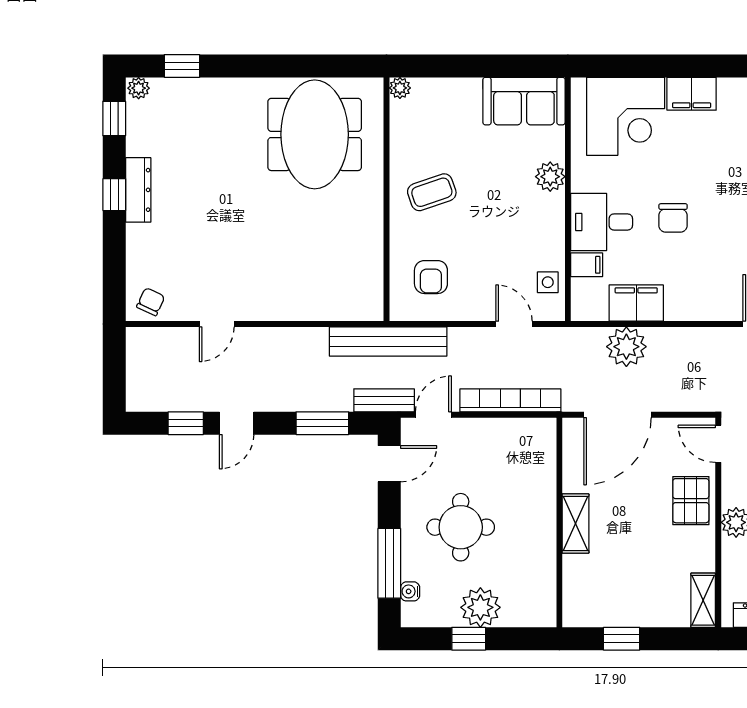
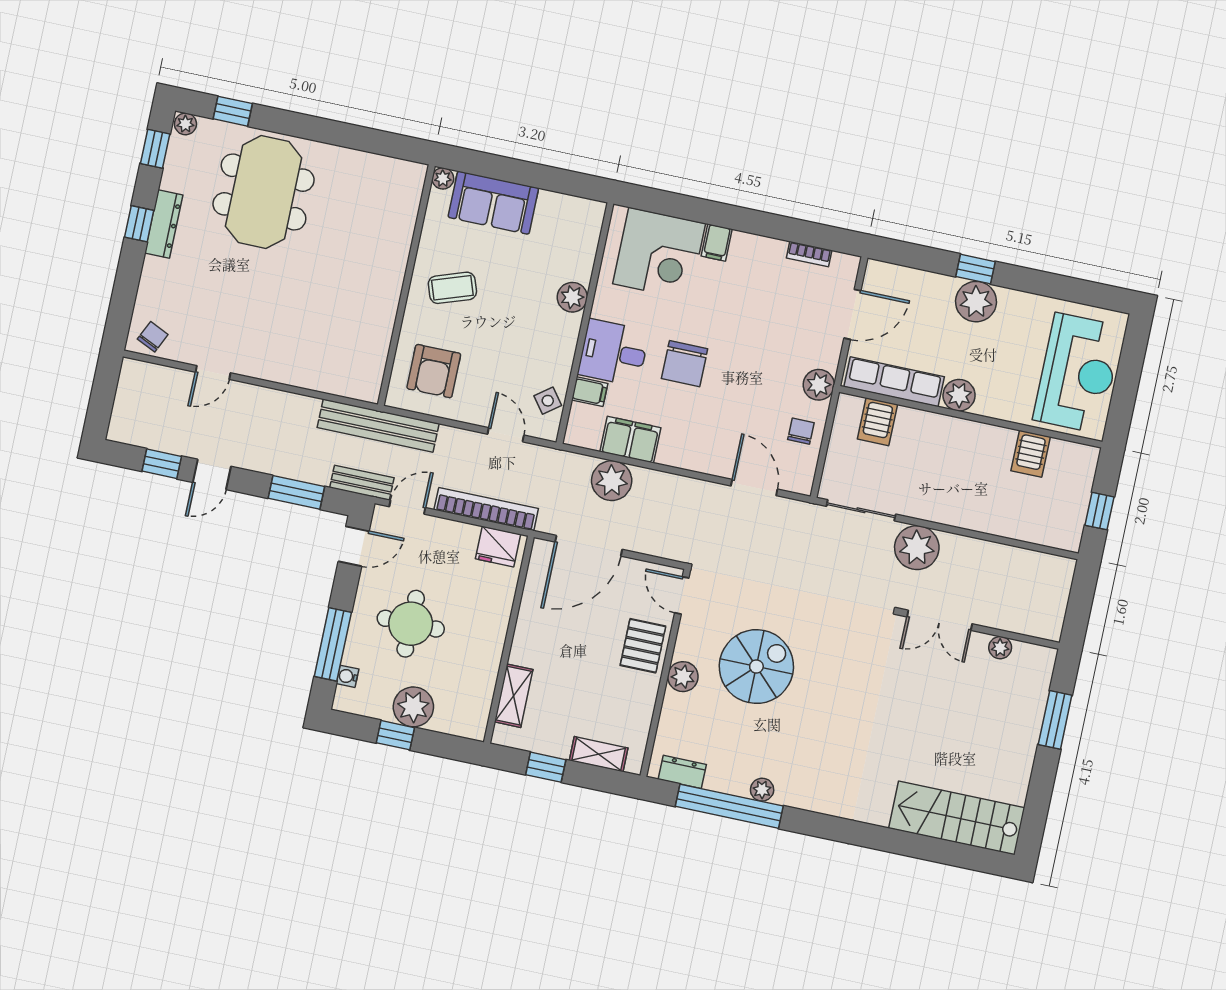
filing cabinet: (692, 94) -> (717, 243), width x0.50
sofa: (524, 101) -> (493, 203), moved
meeting table: (315, 134) -> (264, 192), moved
chair: (673, 218) -> (685, 364), width x1.37, depth x1.37
armchair: (431, 277) -> (434, 371), width x1.38, depth x1.38
side table: (548, 282) -> (548, 401), turned -37
fridge: (530, 434) -> (498, 547), added
shelving: (576, 523) -> (514, 696), moved
shelving: (703, 600) -> (599, 754), moved, turned 90

